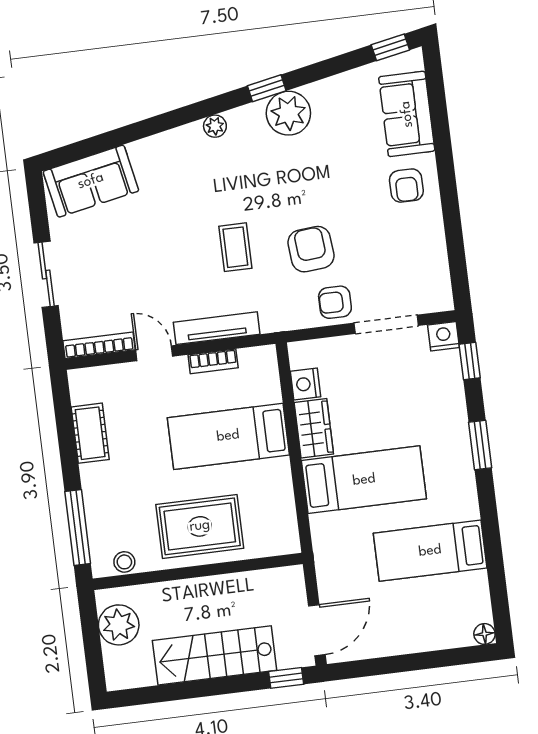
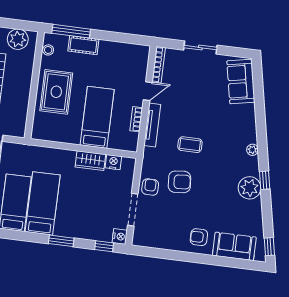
cot: (90, 433) -> (83, 45), moved
bed: (364, 480) -> (43, 203), moved, turned 180

